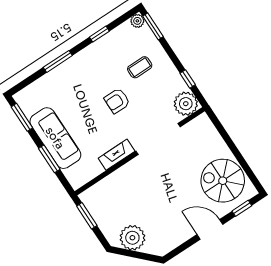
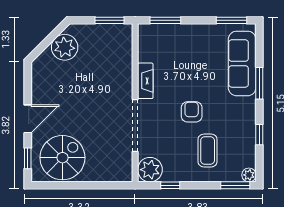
coffee table: (140, 67) -> (208, 151), width x1.36, depth x1.30
sofa: (55, 138) -> (242, 63), moved, turned 90
window: (49, 159) -> (165, 20), moved

